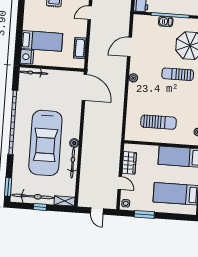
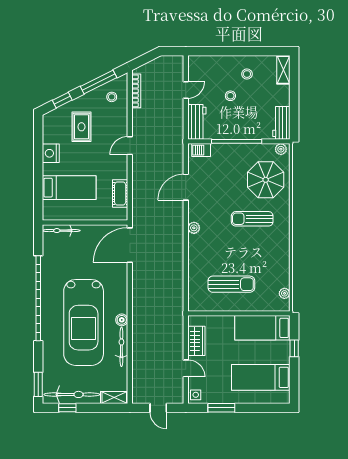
barbecue: (166, 22) -> (201, 150), moved
nightstand: (27, 57) -> (51, 153), moved
door: (84, 87) -> (130, 245), swing flipped
window: (40, 207) -> (67, 408), moved

